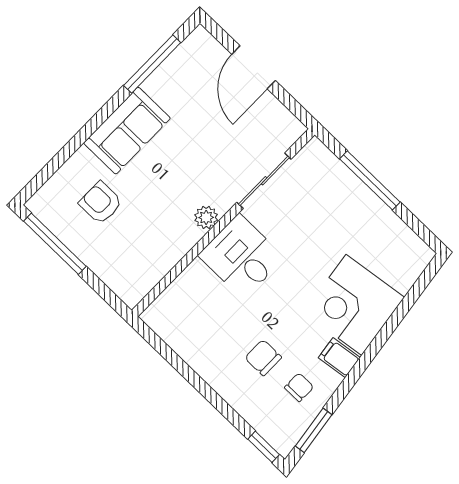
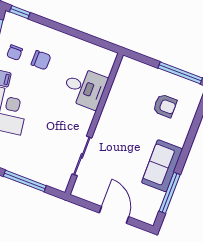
sofa: (127, 131) -> (162, 166), moved
plant: (206, 217) -> (105, 123), removed
desk: (241, 257) -> (85, 88), moved

